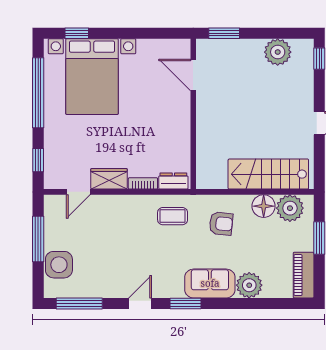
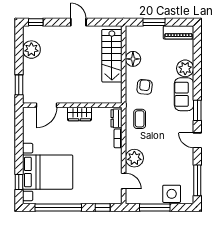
wardrobe: (109, 179) -> (79, 114), moved, turned -90
plant: (290, 208) -> (134, 158), moved

